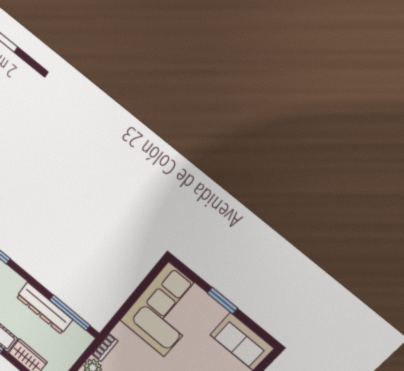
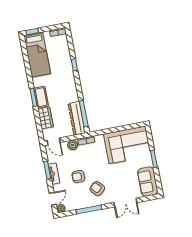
dresser: (44, 308) -> (77, 118), moved

